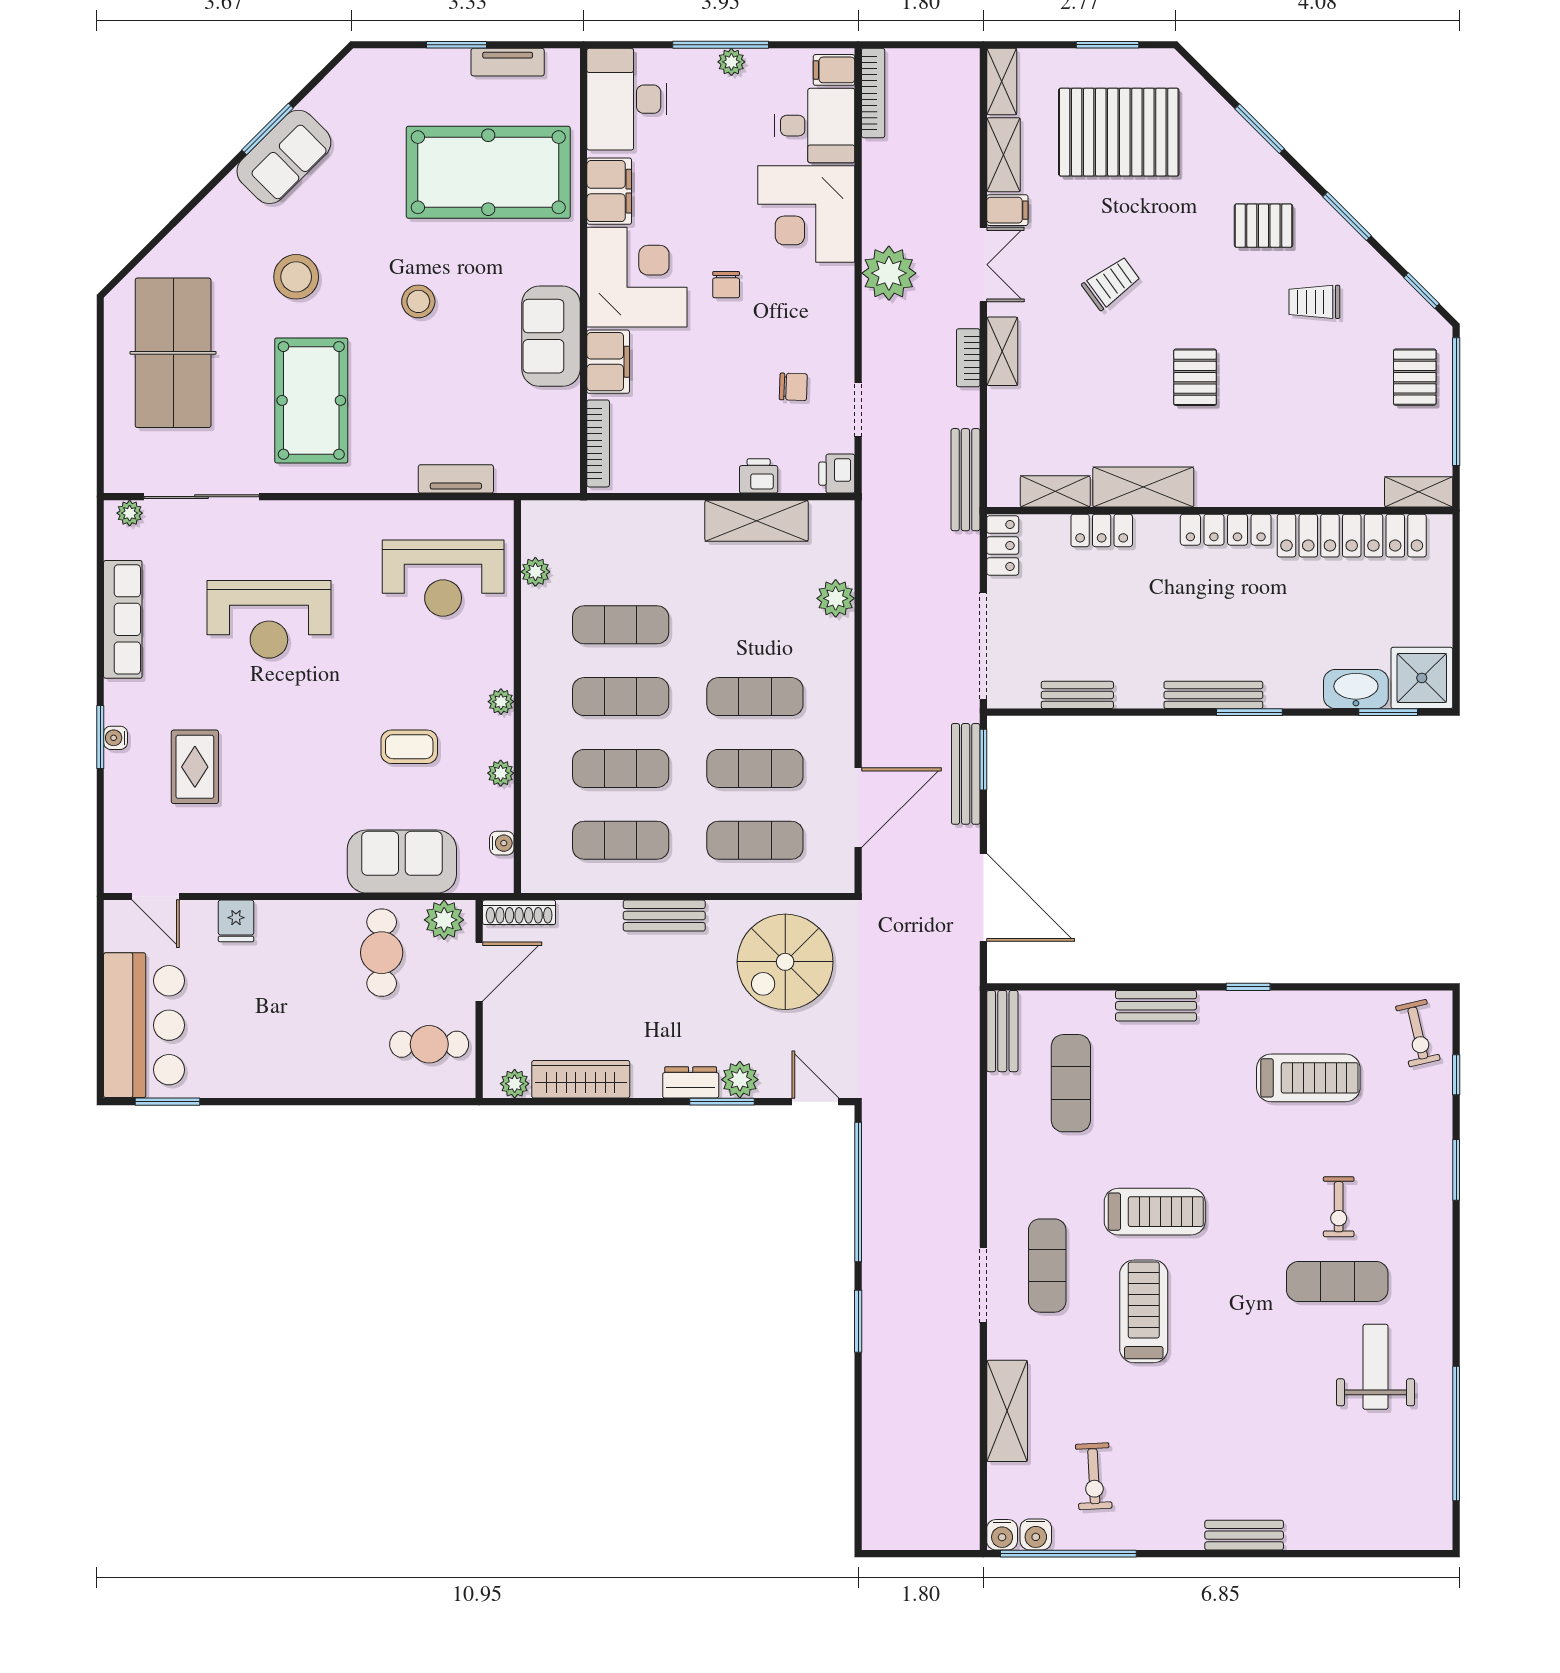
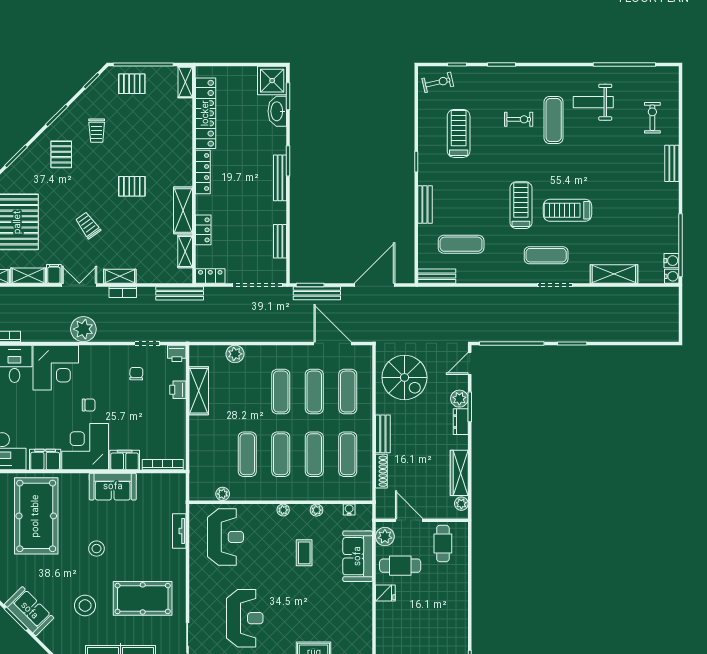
shoe rack: (519, 912) -> (381, 471), moved
fridge: (236, 921) -> (385, 593), moved
exercise bike: (1094, 1476) -> (652, 118), moved, turned -87

